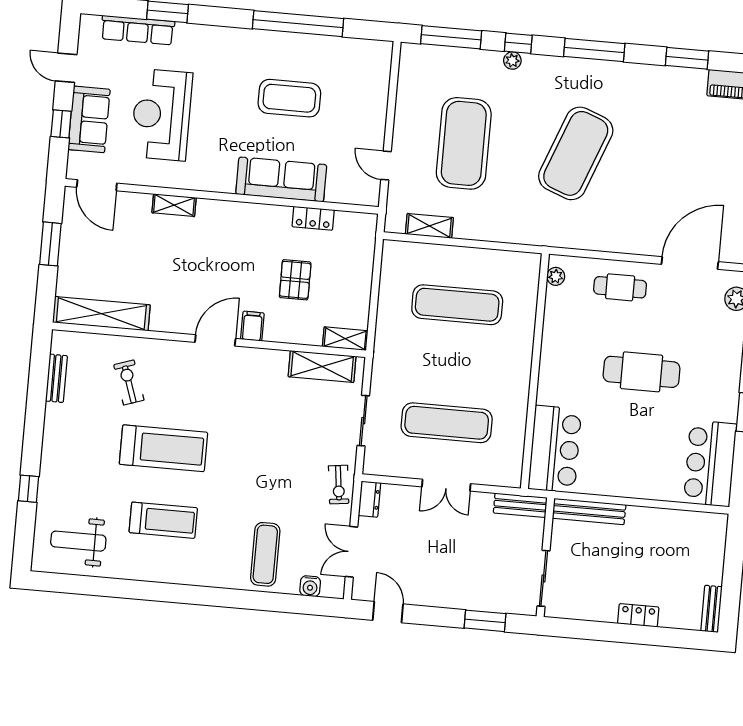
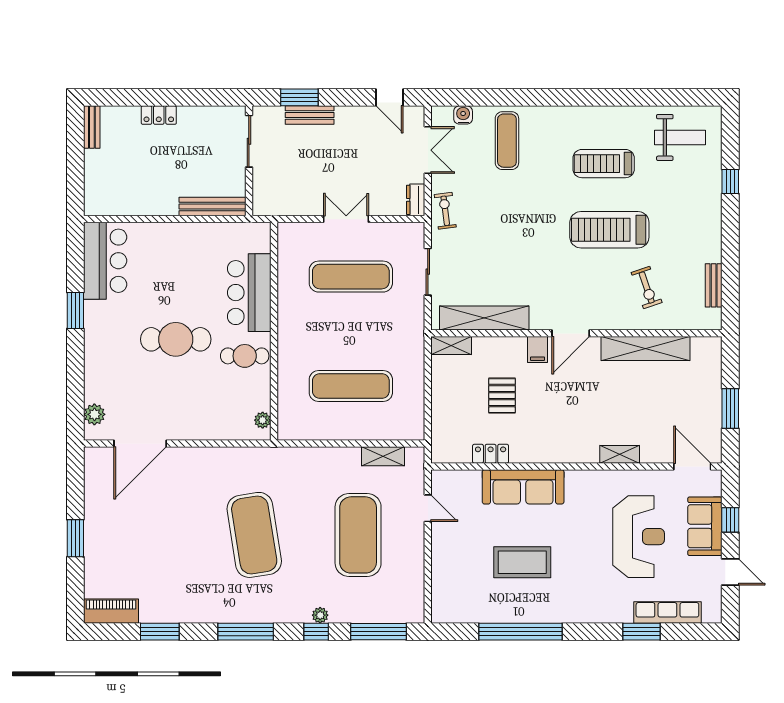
exercise mat: (576, 153) -> (254, 535), turned -30
cafe table: (620, 287) -> (245, 356), moved
shelving: (101, 314) -> (646, 349), moved
shelving: (322, 366) -> (484, 318), width x1.47
bar counter: (555, 449) -> (249, 293), moved
bench: (520, 505) -> (310, 115), moved

